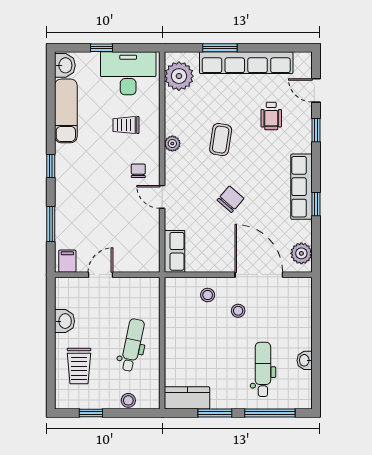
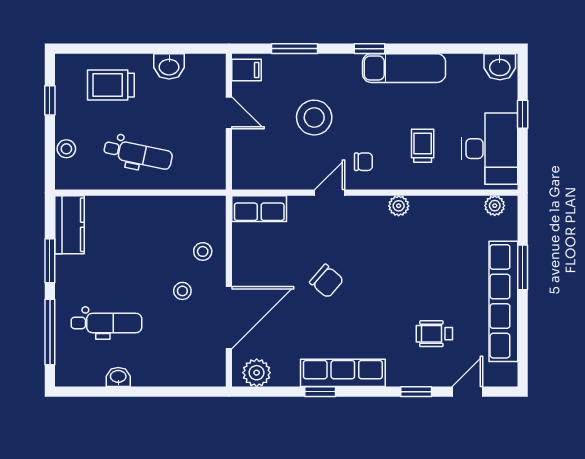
plant: (179, 76) -> (495, 206), width x0.53, depth x0.53
exam couch: (66, 111) -> (404, 68), moved
coffee table: (221, 140) -> (404, 268), removed
stool: (104, 209) -> (314, 118), added

